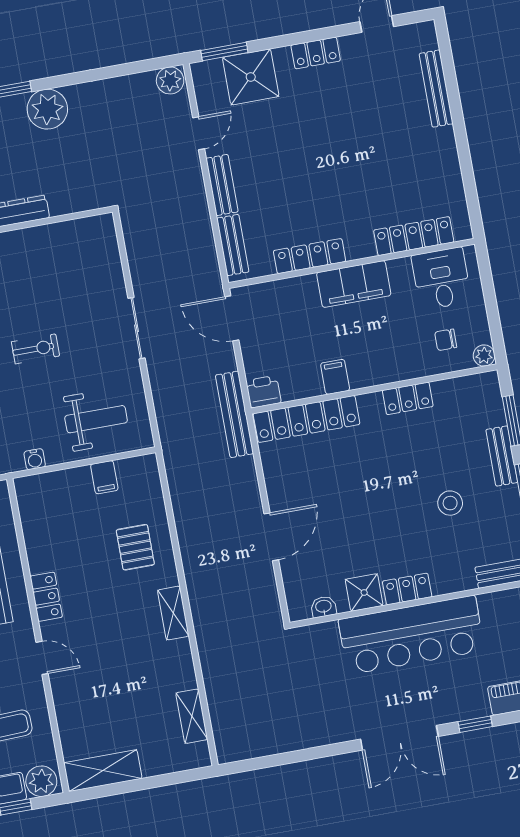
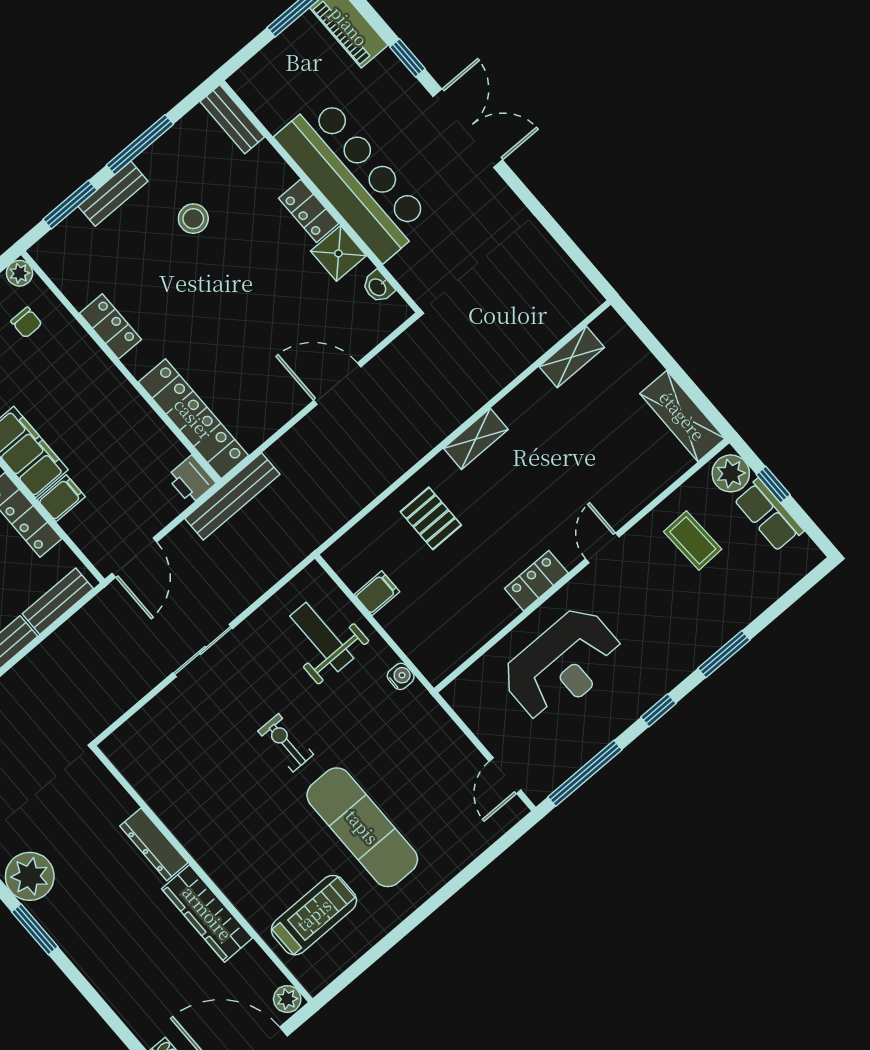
filing cabinet: (335, 377) -> (61, 498), moved, turned 180
pallet: (135, 547) -> (431, 518), turned 90

